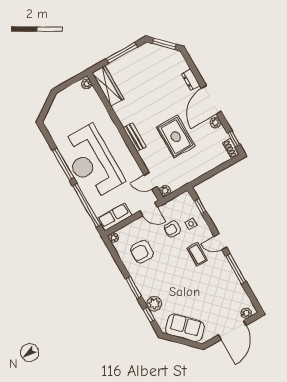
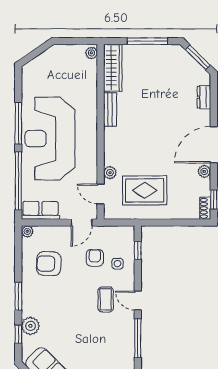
dresser: (191, 80) -> (204, 97), moved
bench: (135, 137) -> (110, 109), moved
rug: (176, 137) -> (145, 190), moved, turned 90
plant: (165, 191) -> (110, 173), moved
door: (149, 209) -> (82, 223), hinge flipped
armchair: (172, 229) -> (95, 258), turned 90

